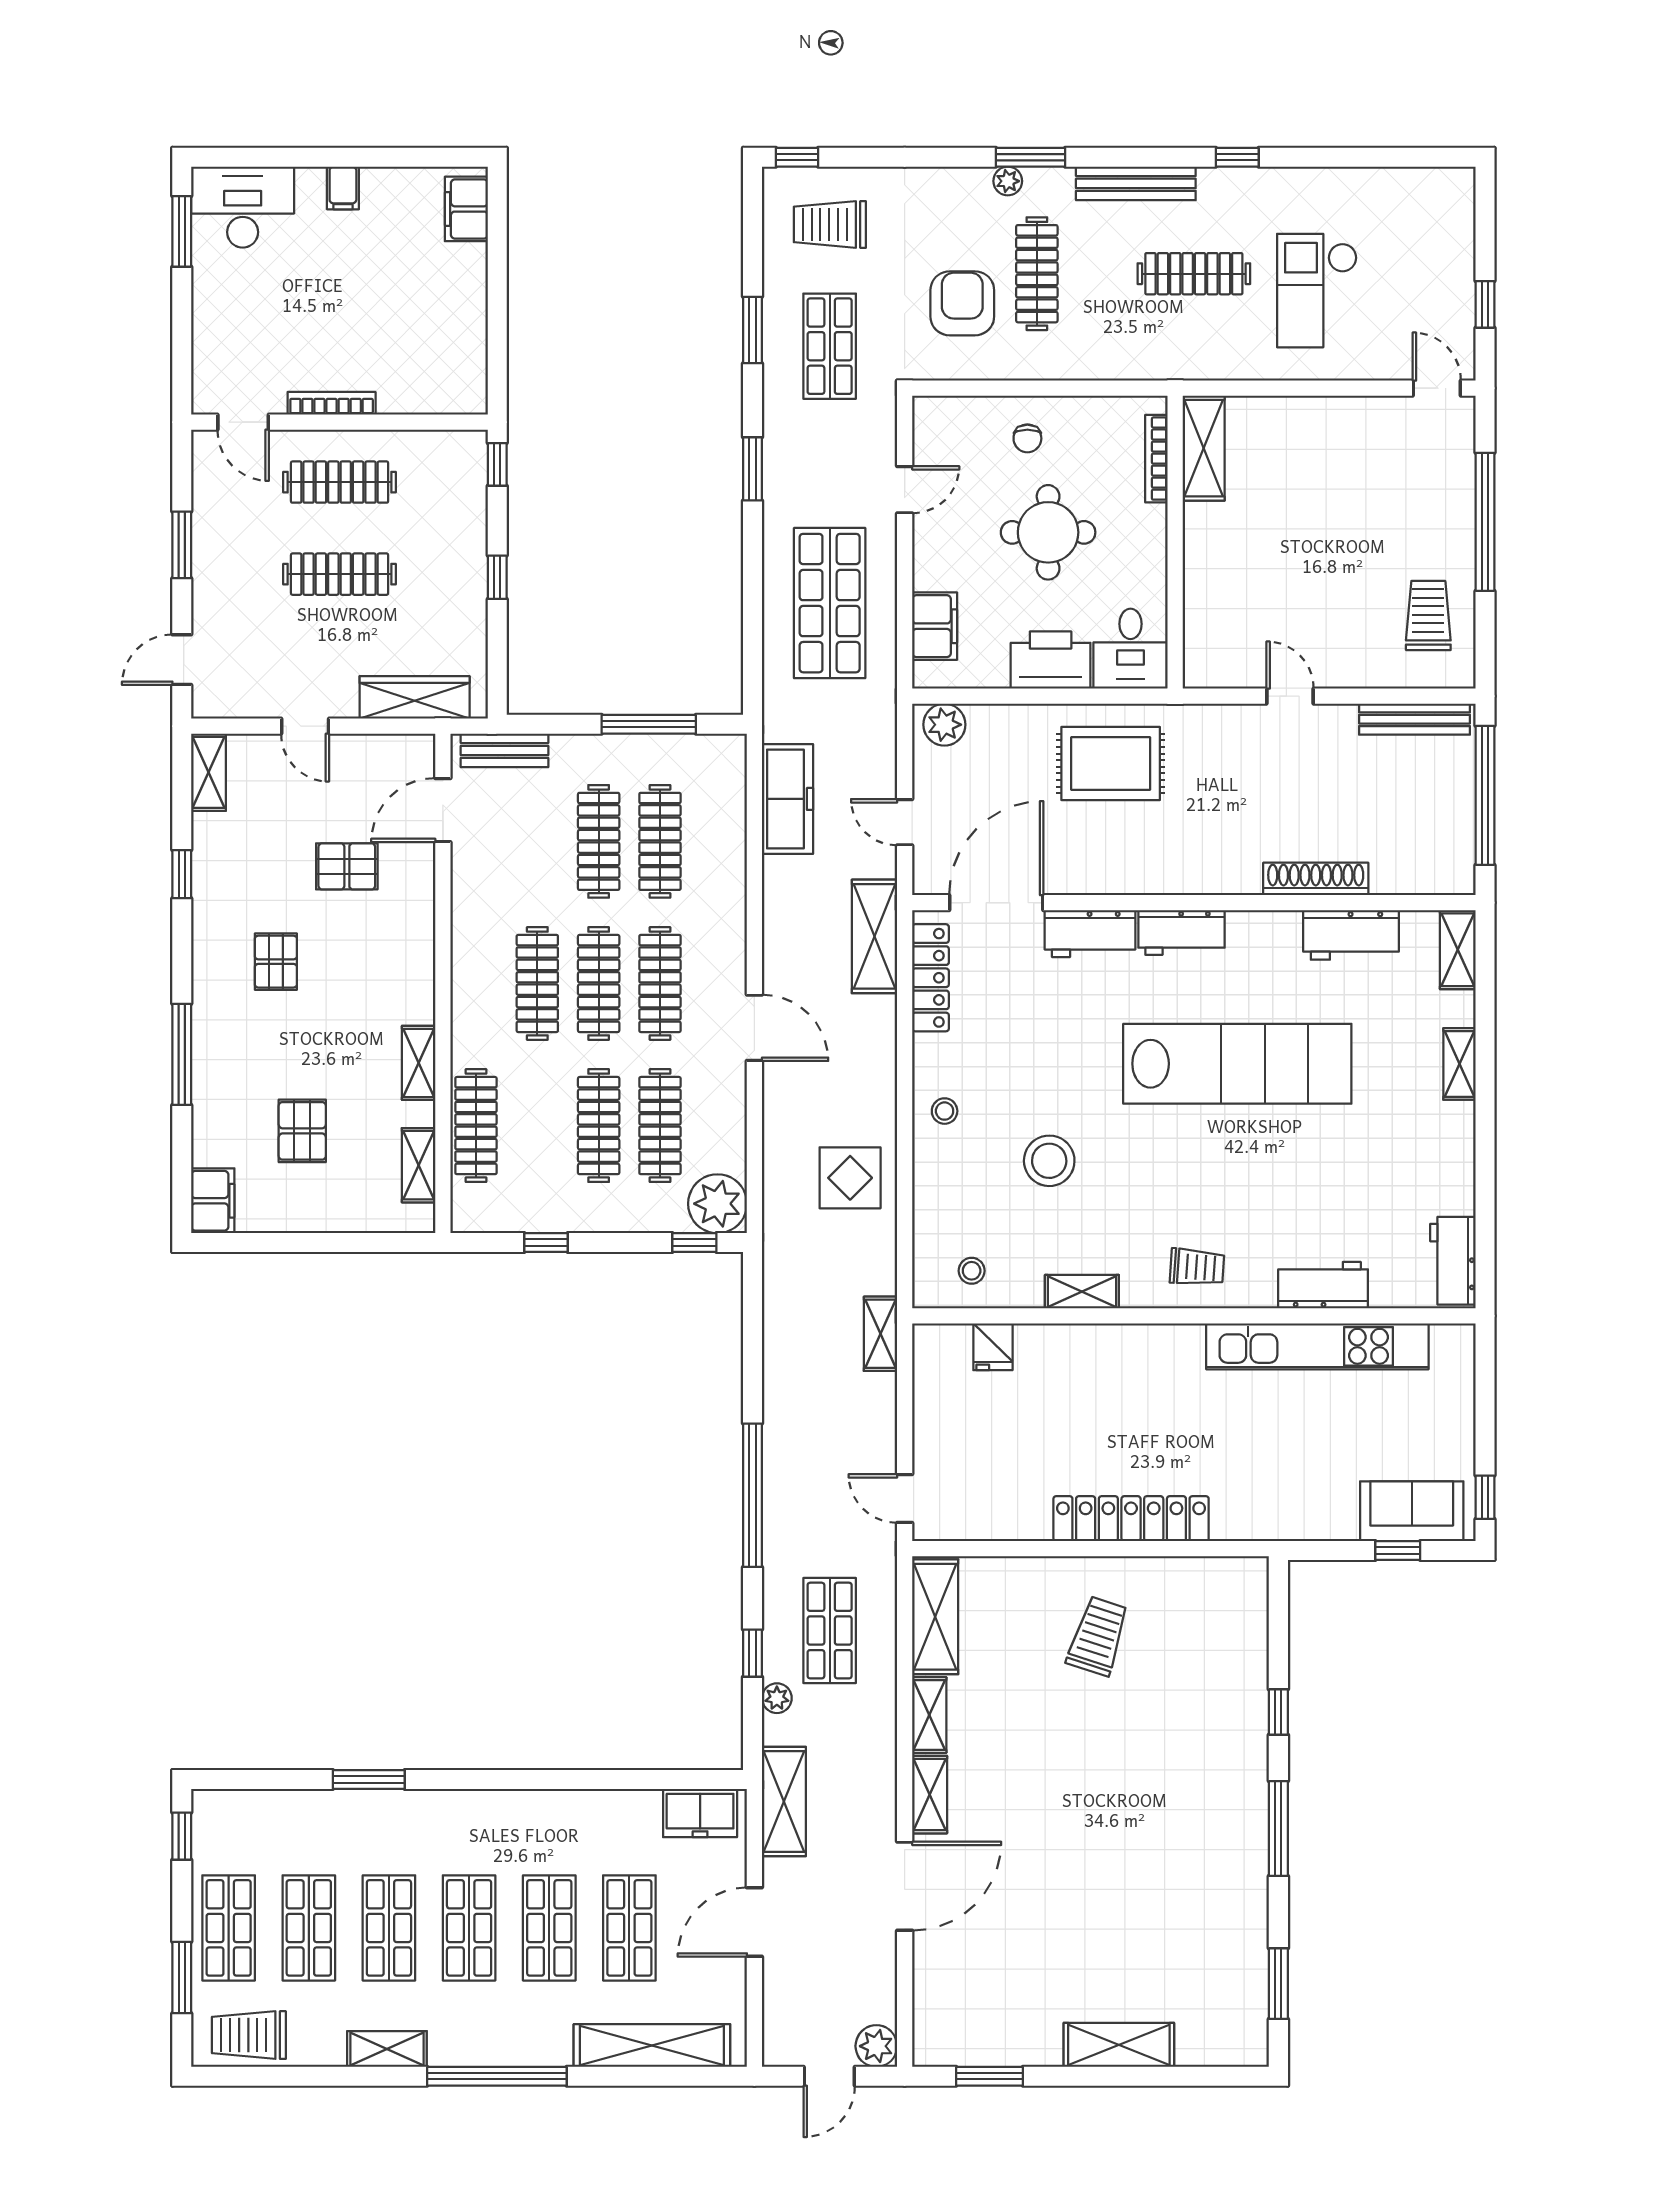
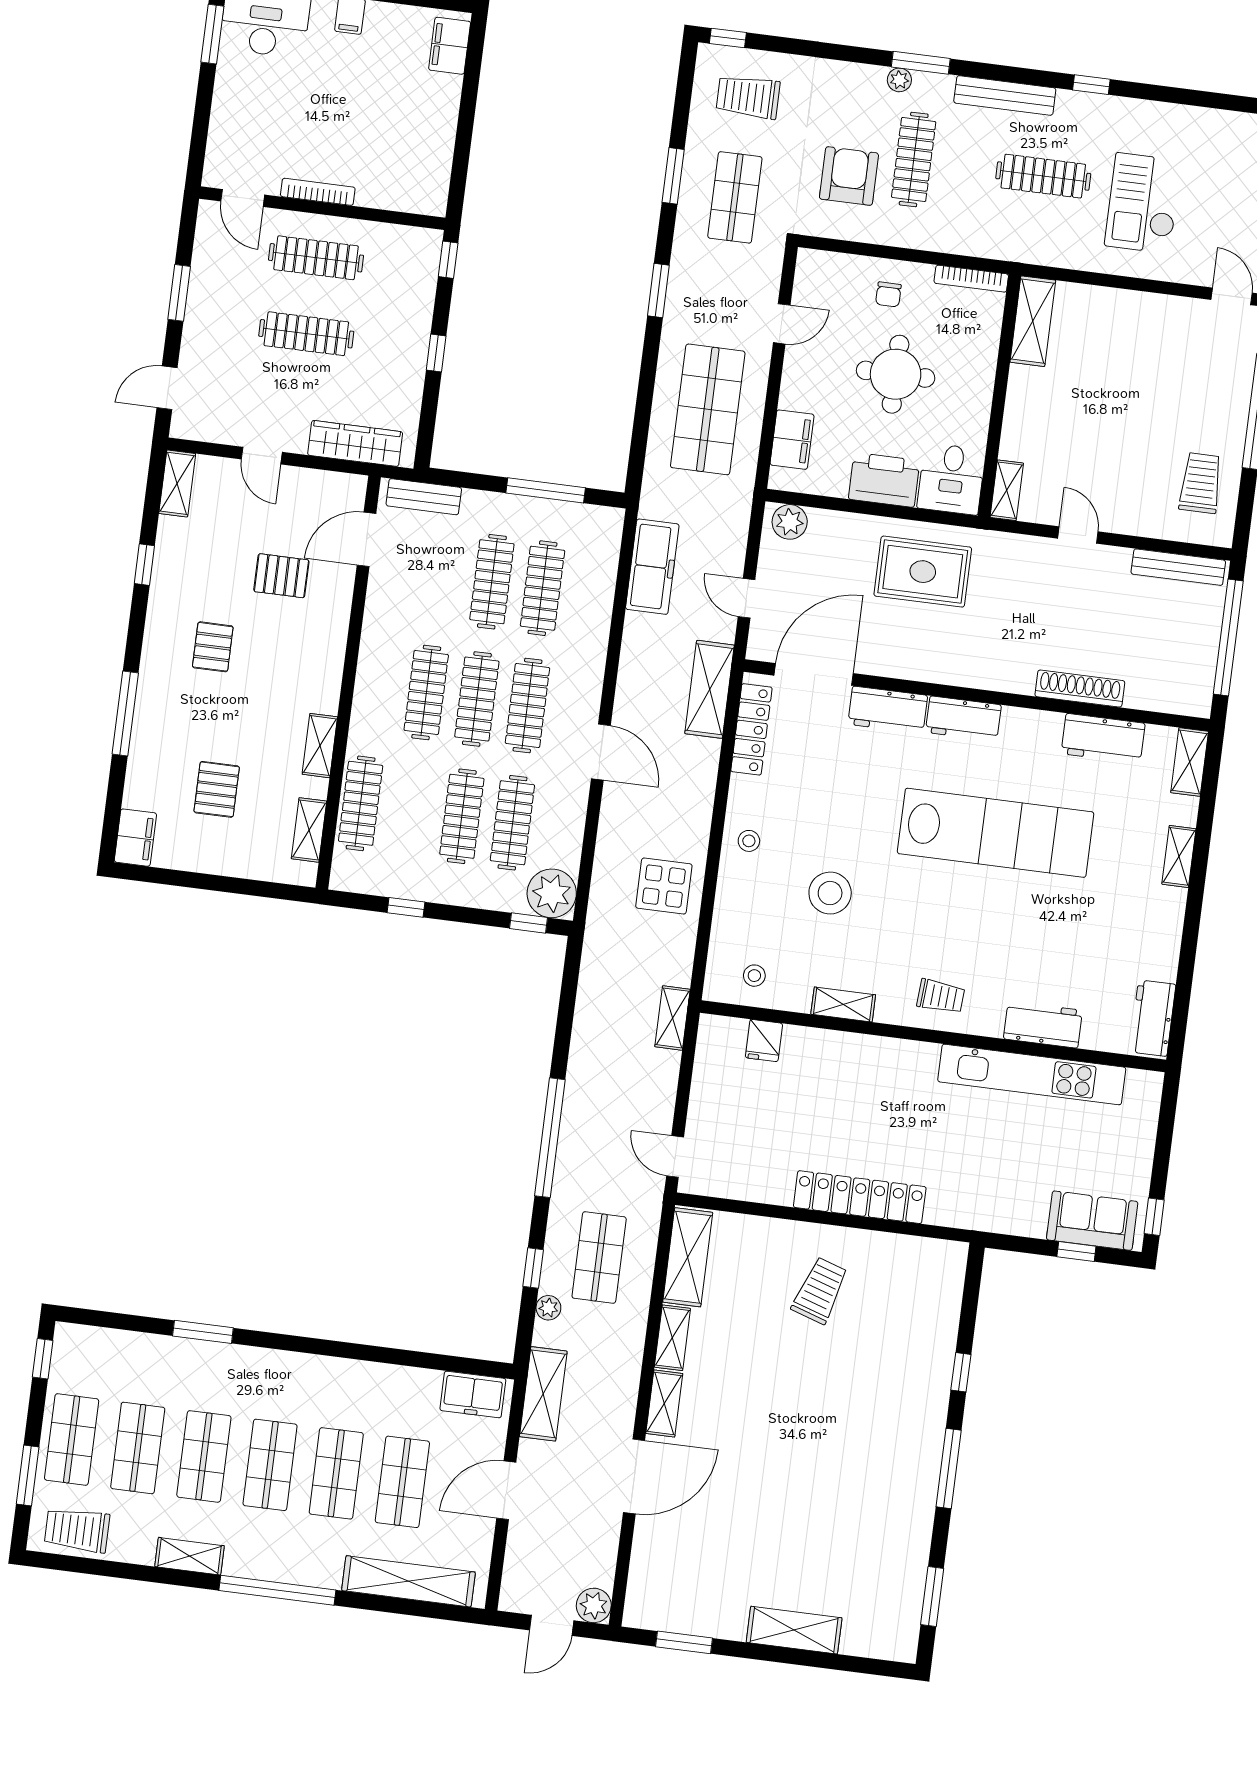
bookcase: (1156, 459) -> (971, 279), moved, turned -90
shelving: (1198, 654) -> (1007, 490), added

